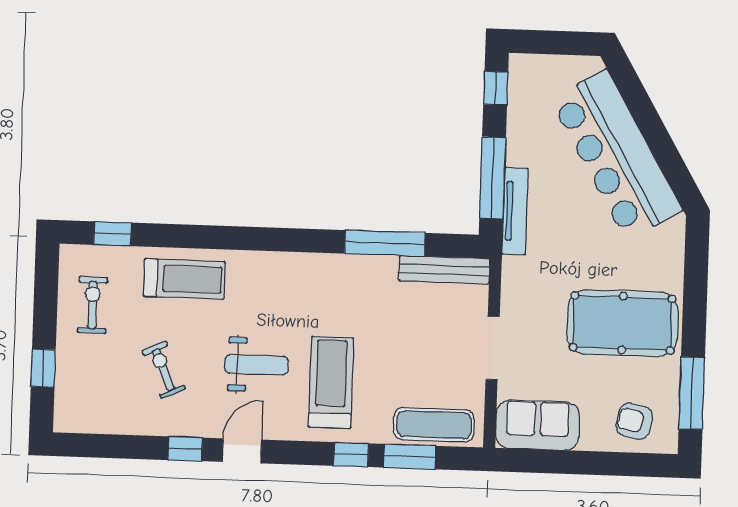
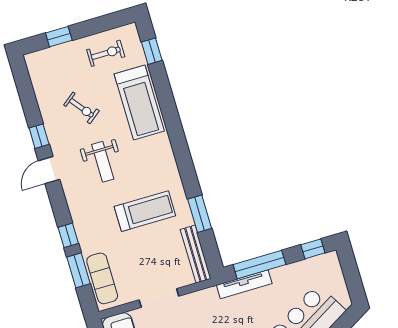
window: (385, 243) -> (200, 214), width x0.69
treadmill: (184, 279) -> (139, 102), width x1.37, depth x1.38
exercise bike: (163, 370) -> (81, 108), turned 76
treadmill: (331, 382) -> (145, 211), moved
door: (242, 451) -> (49, 170), swing flipped

